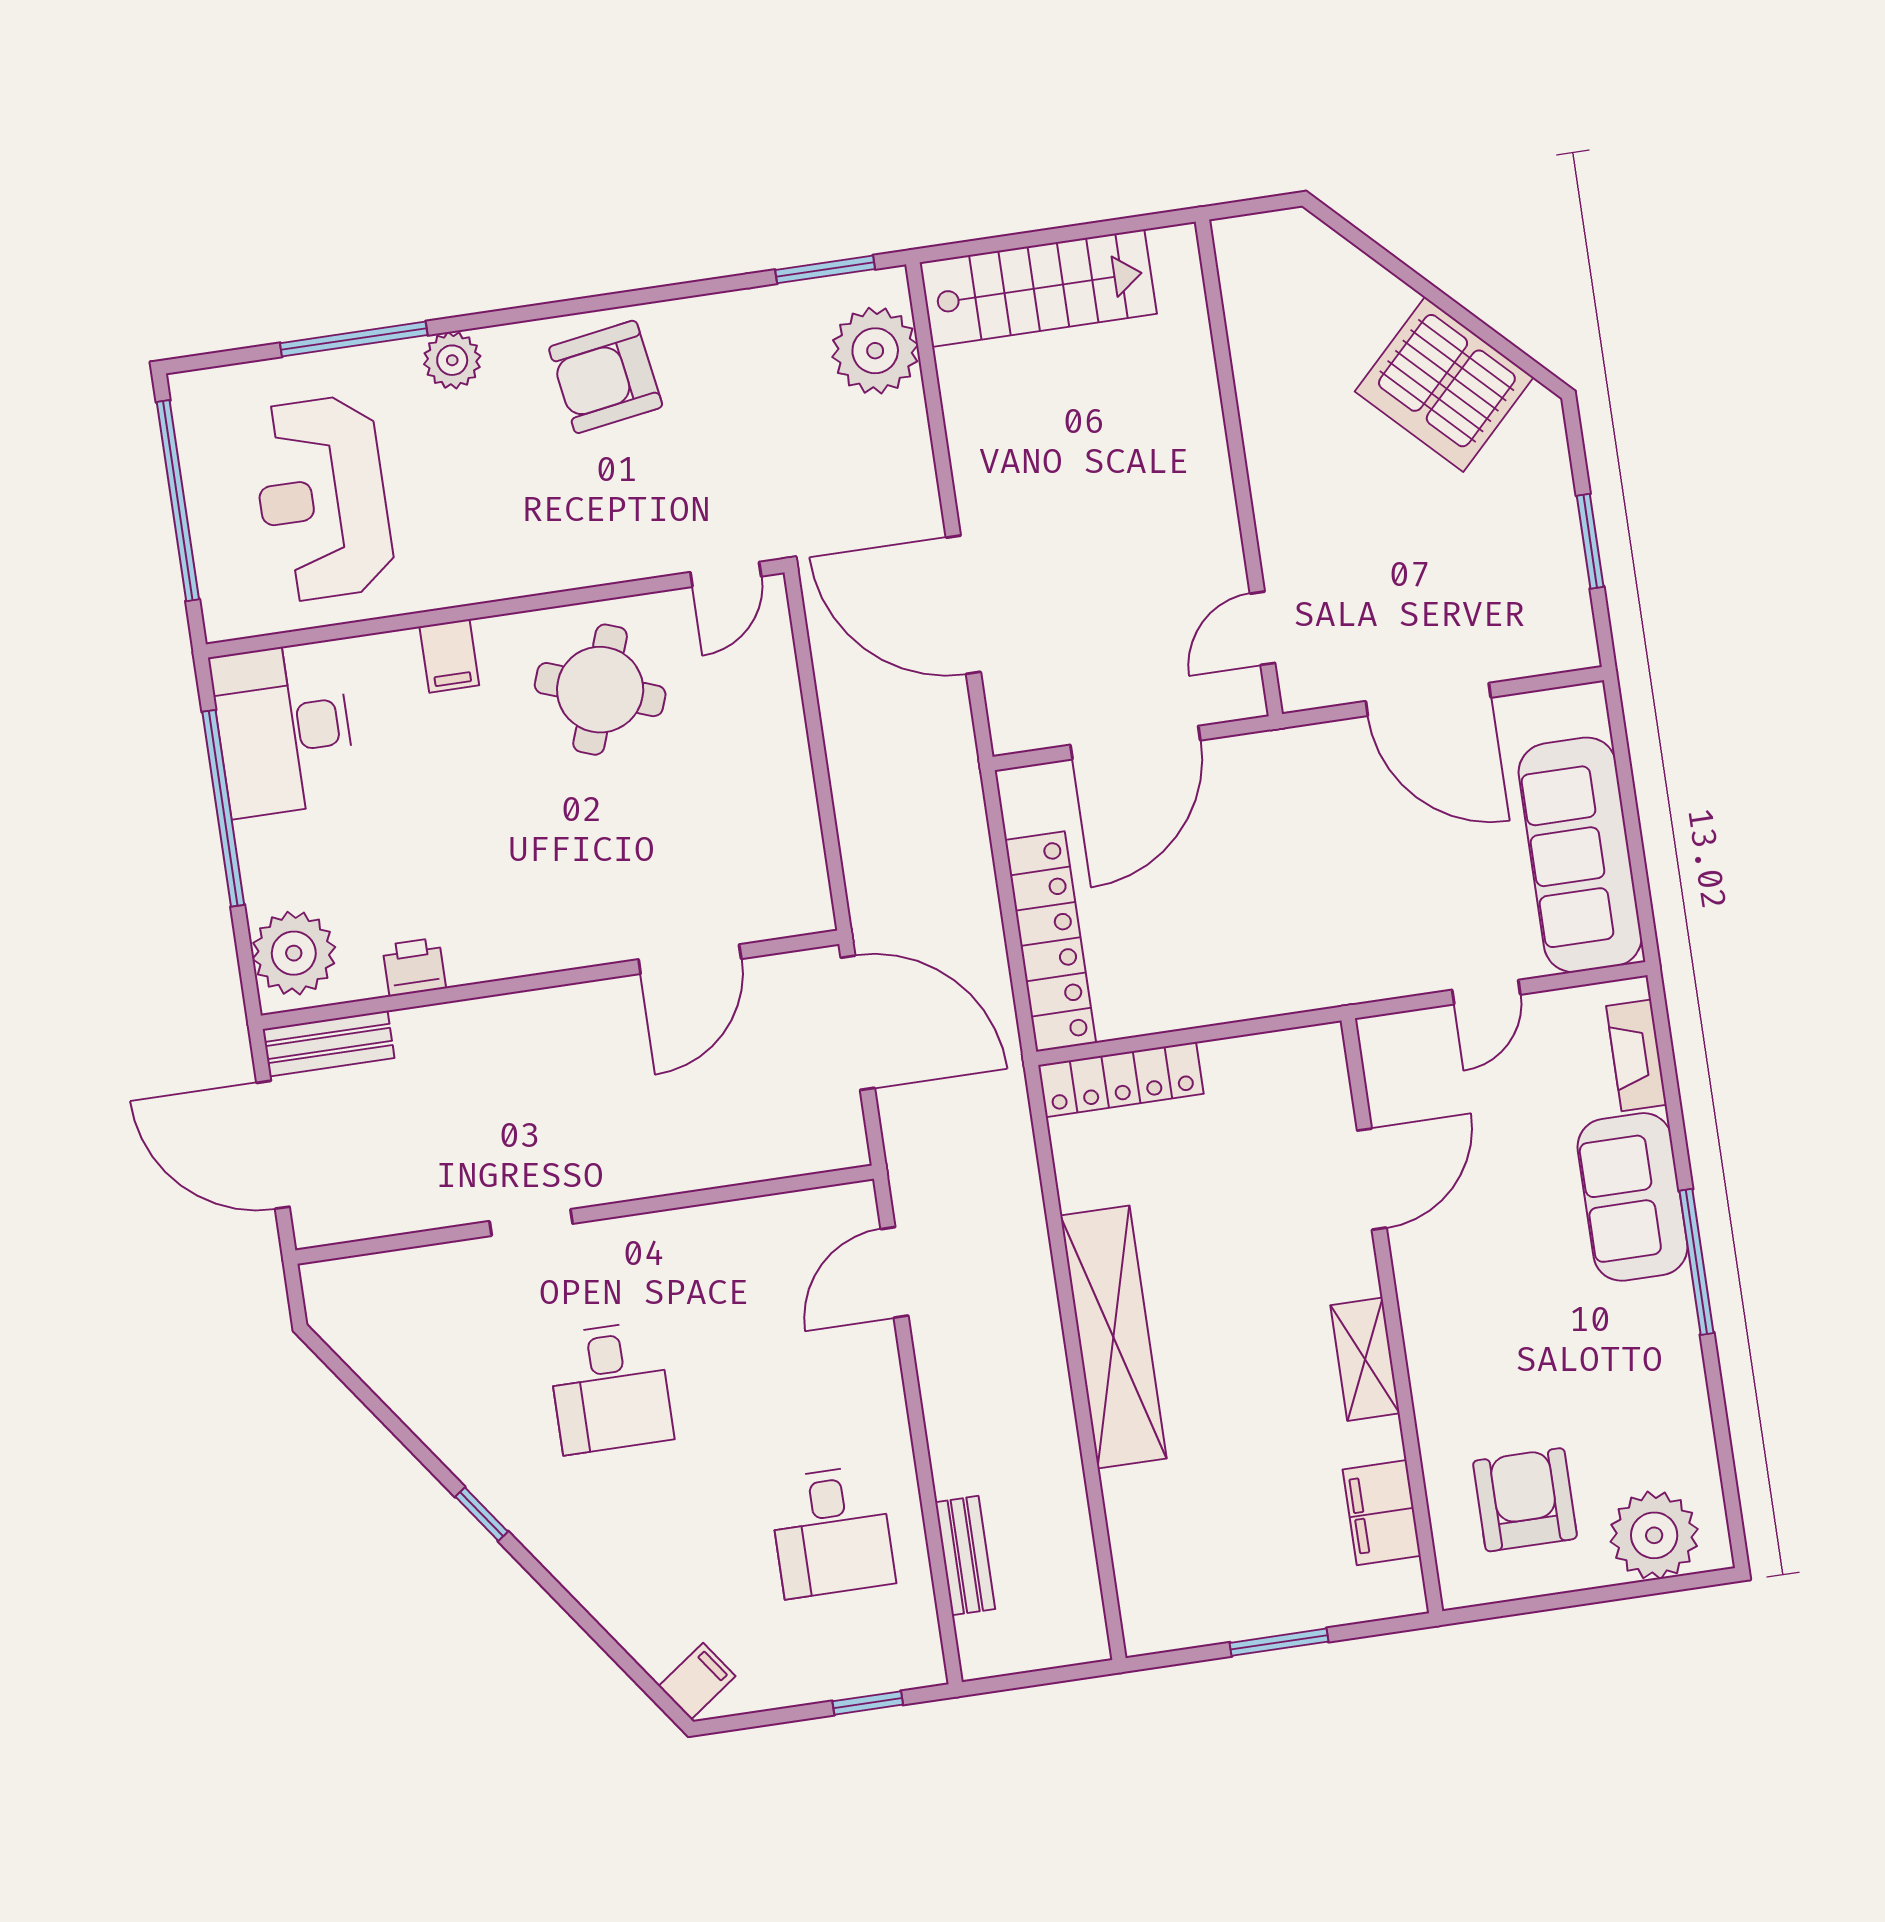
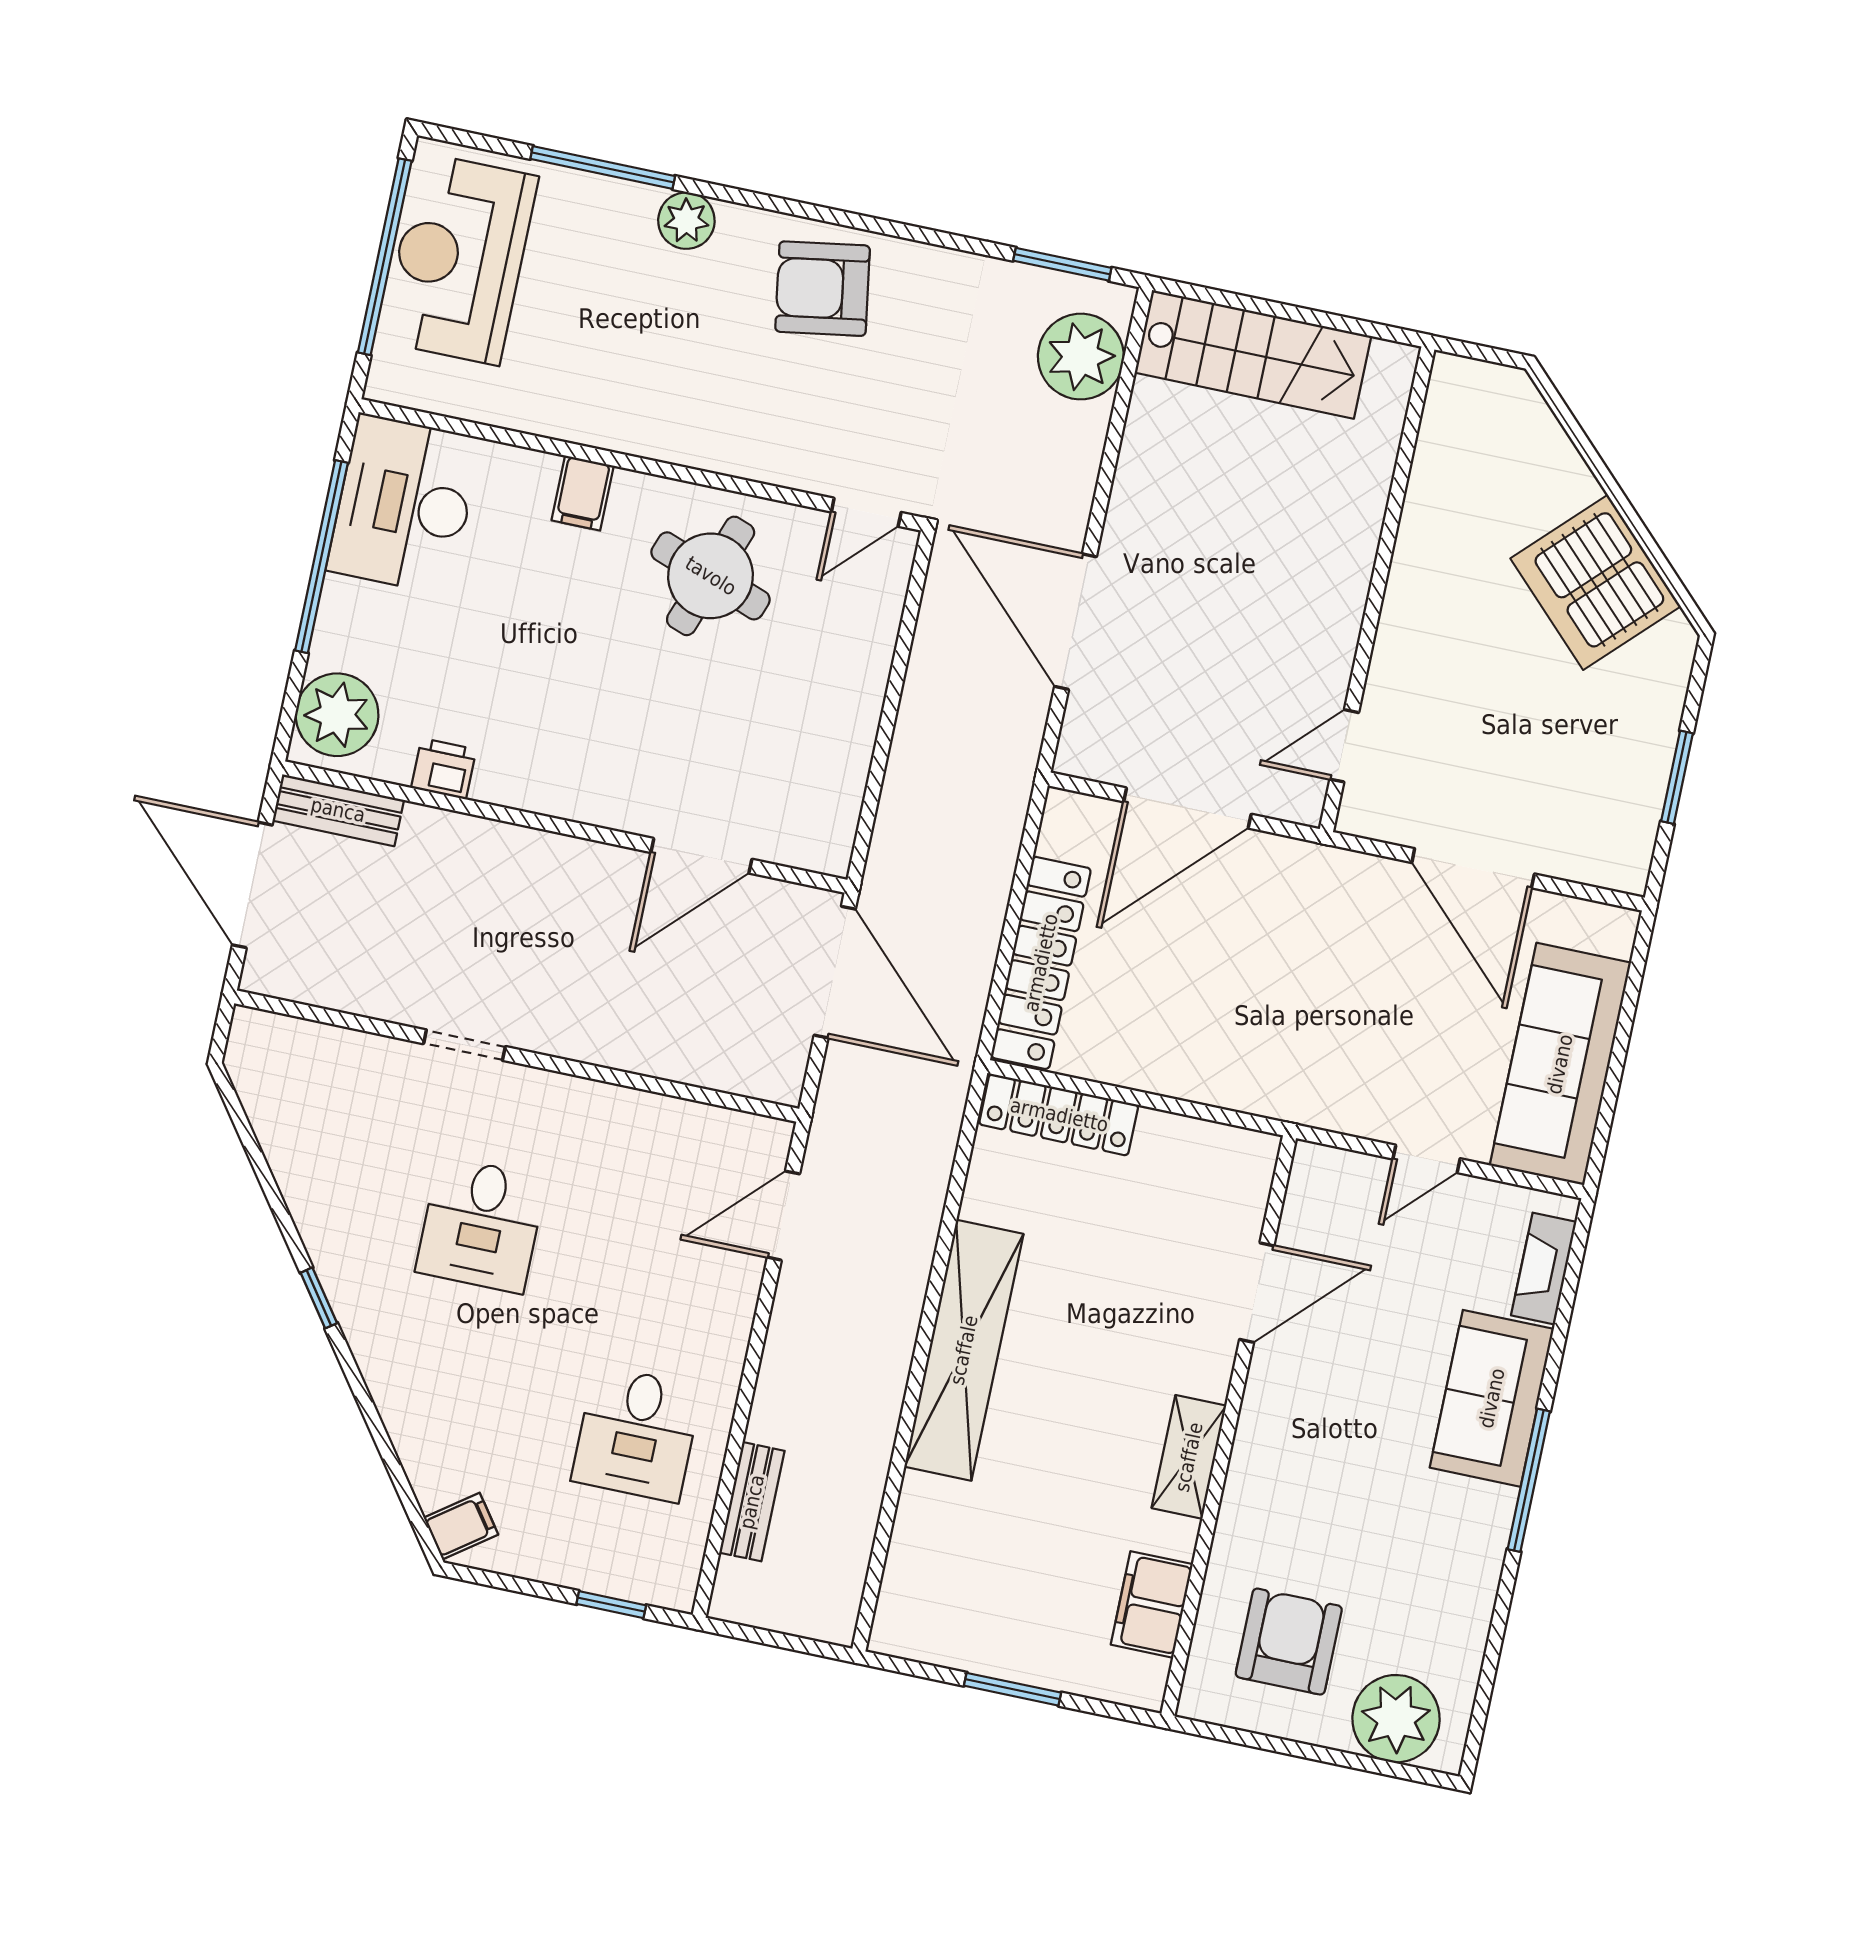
reception desk: (322, 498) -> (460, 259), moved

